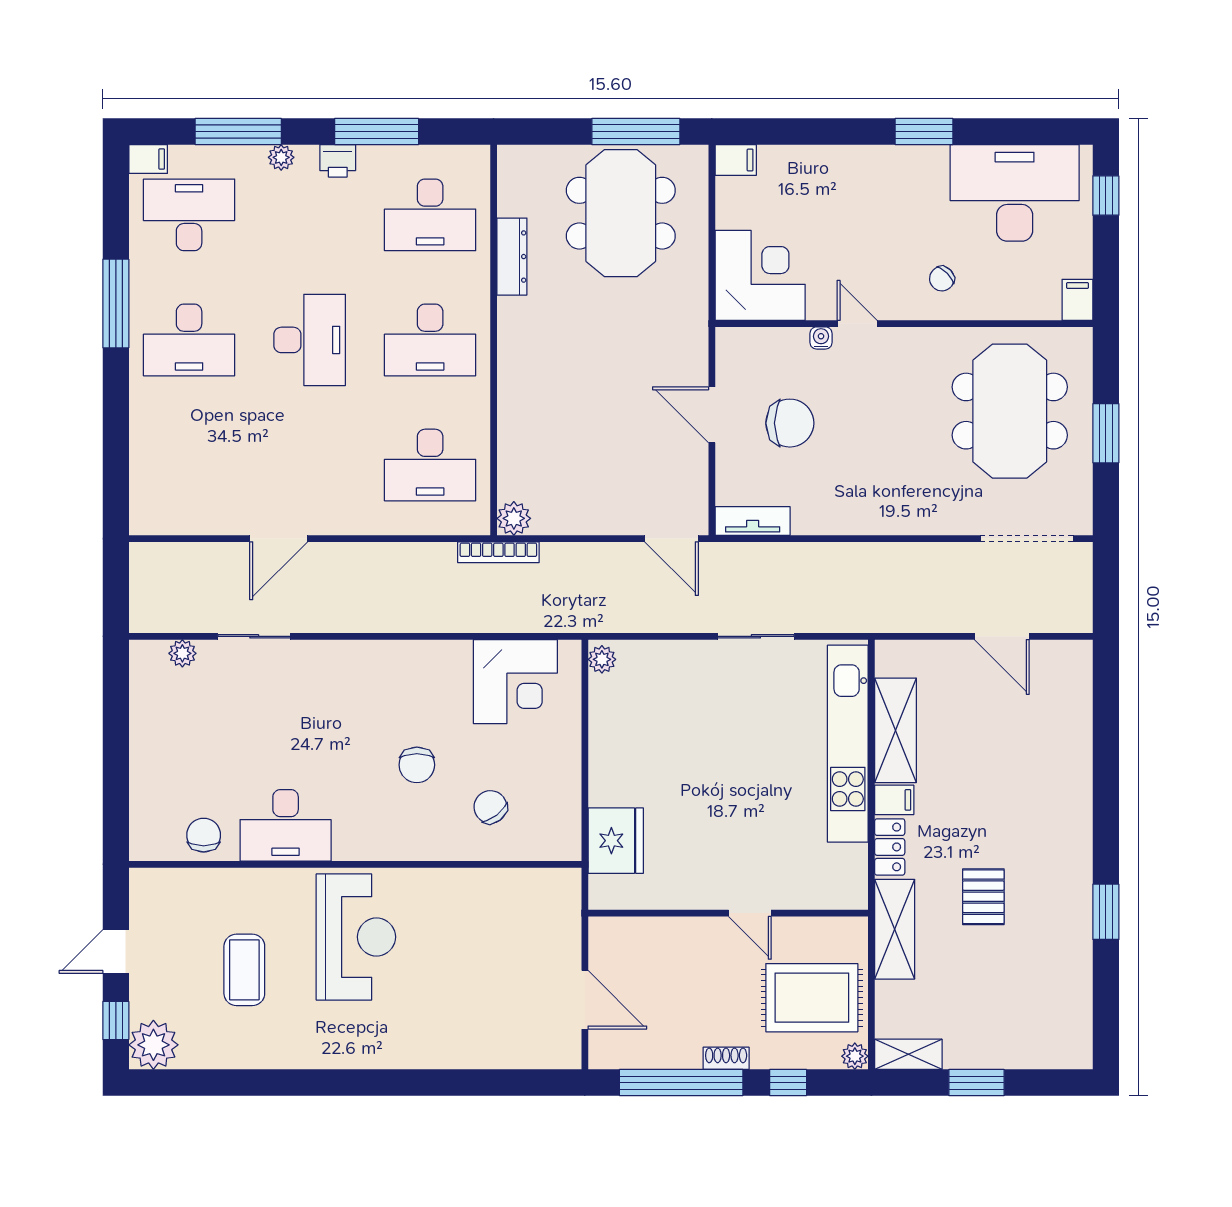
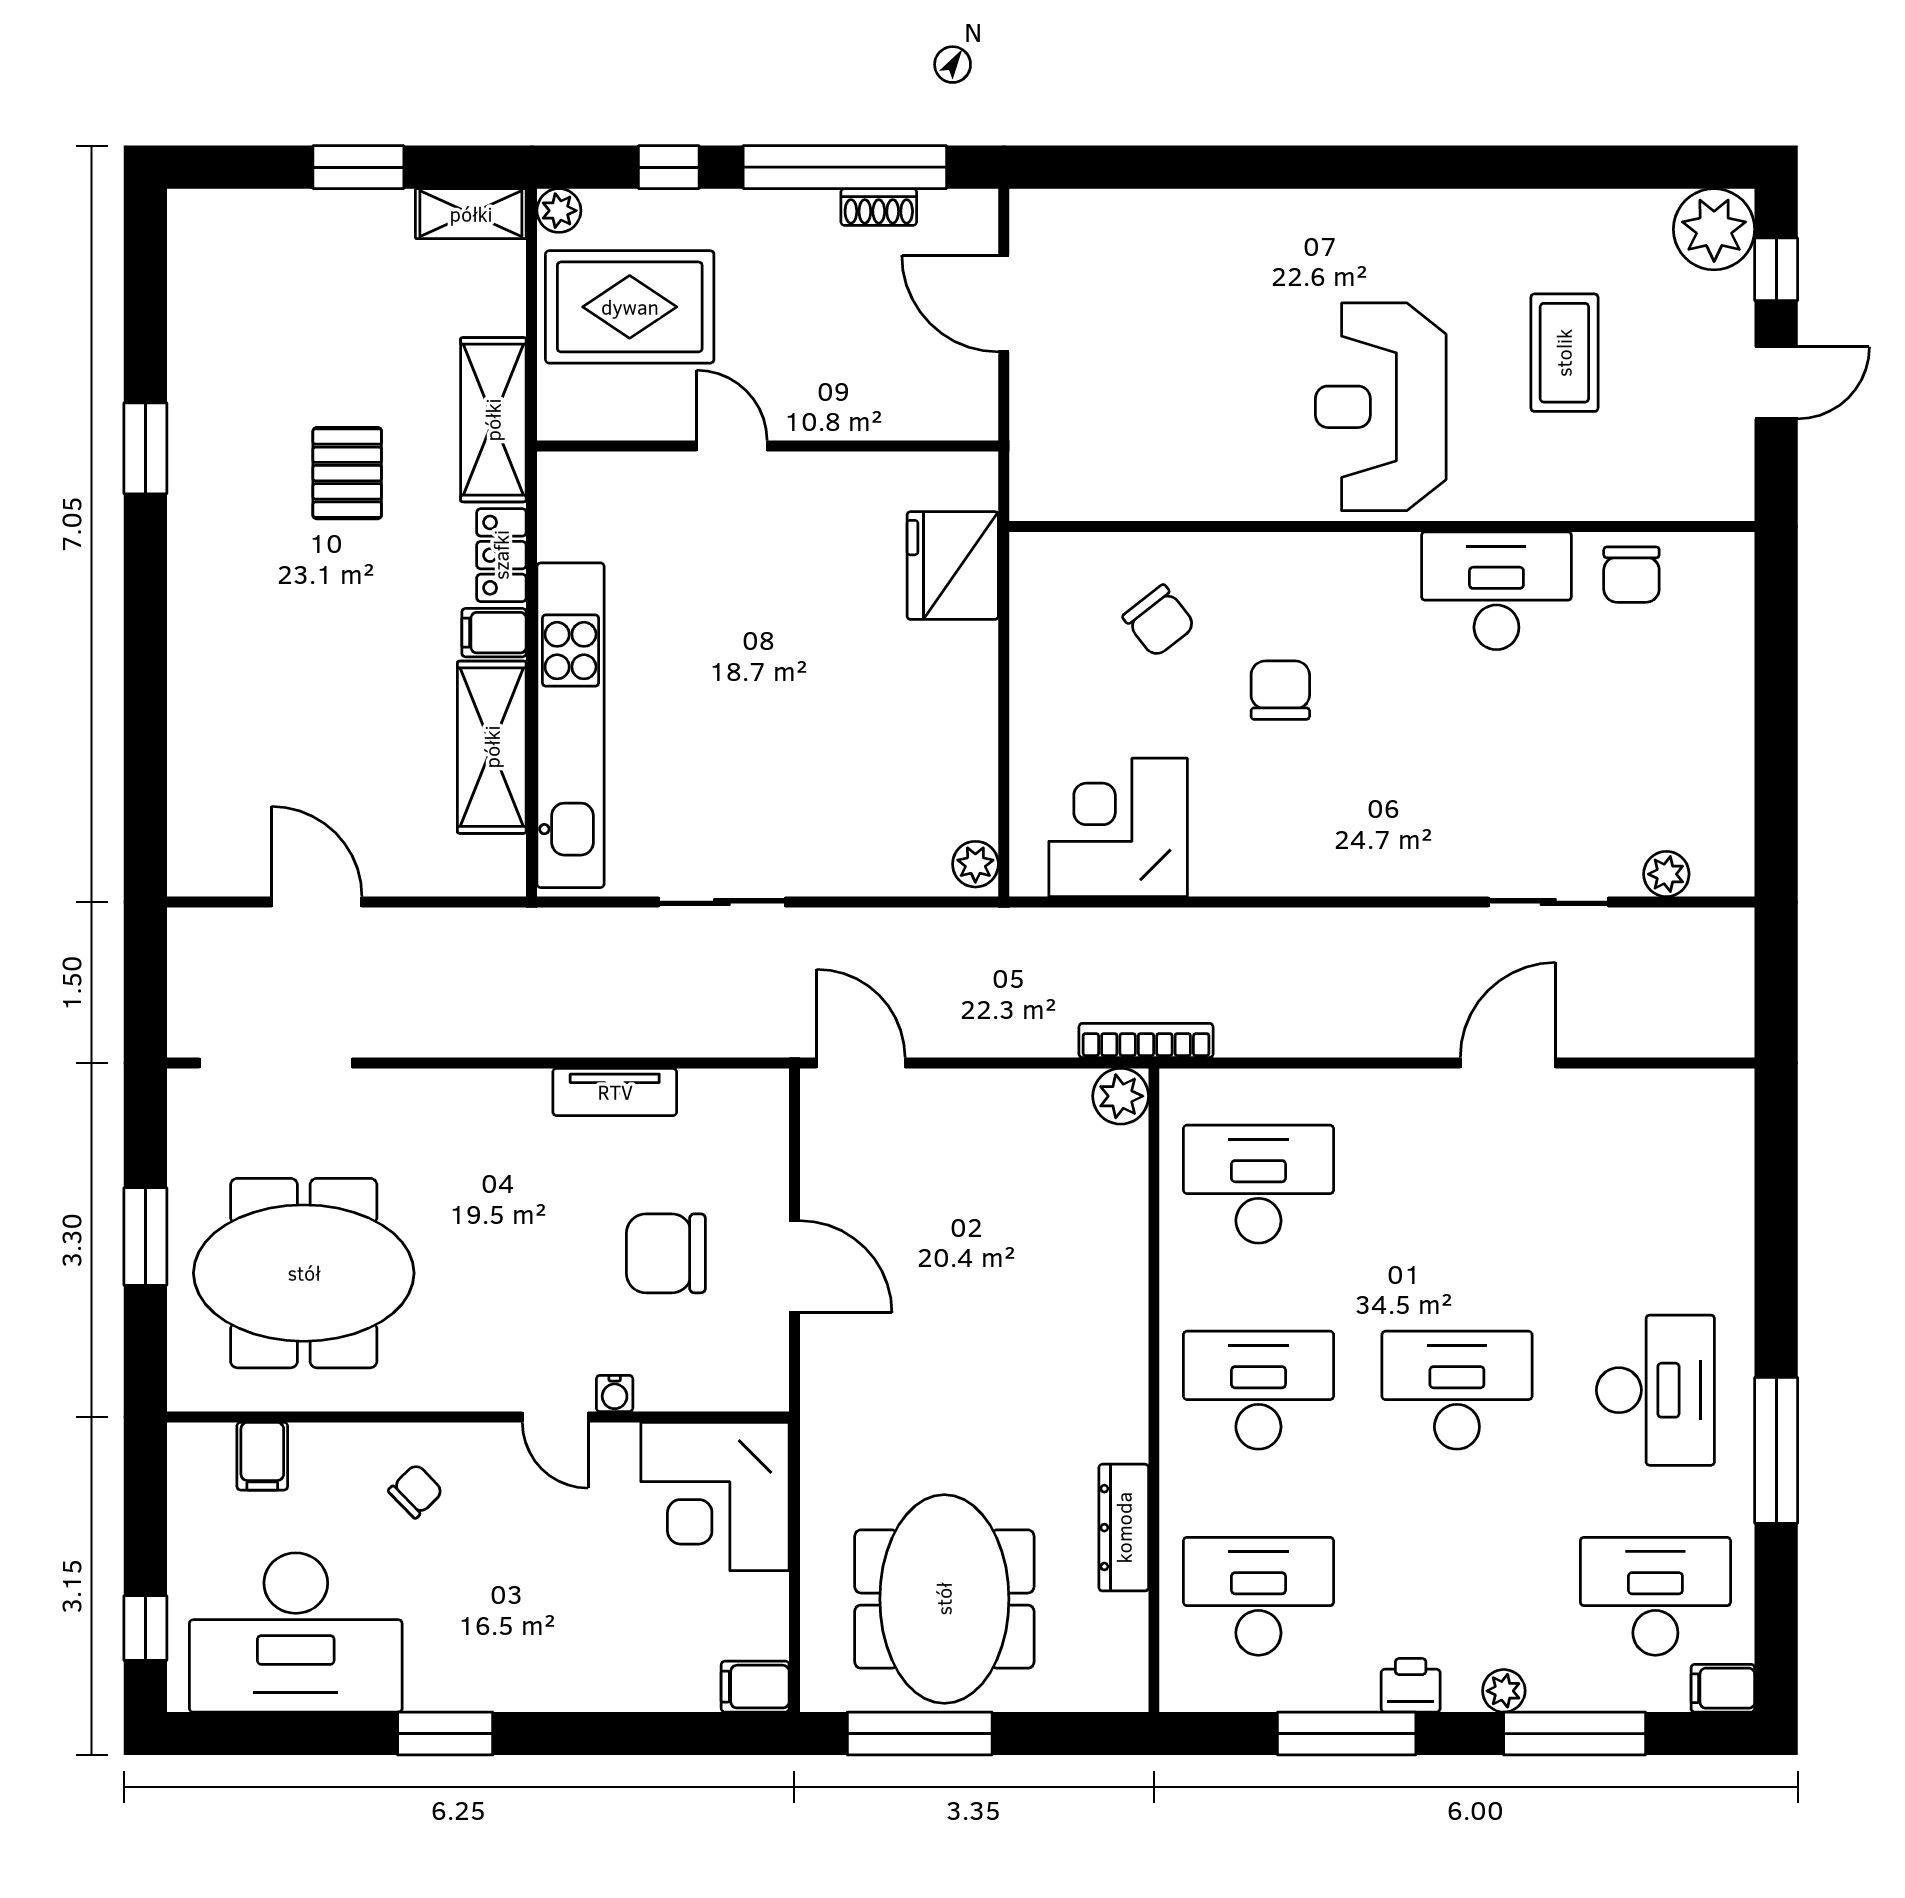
desk: (189, 215) -> (1655, 1596), turned 180
filing cabinet: (1077, 300) -> (262, 1456), moved
desk: (189, 340) -> (1655, 1390), turned 90
desk: (310, 340) -> (1457, 1390), turned 90
meeting table: (1010, 411) -> (304, 1273), turned 90
tv unit: (753, 521) -> (615, 1092), moved
shoe rack: (726, 1058) -> (879, 207), moved

